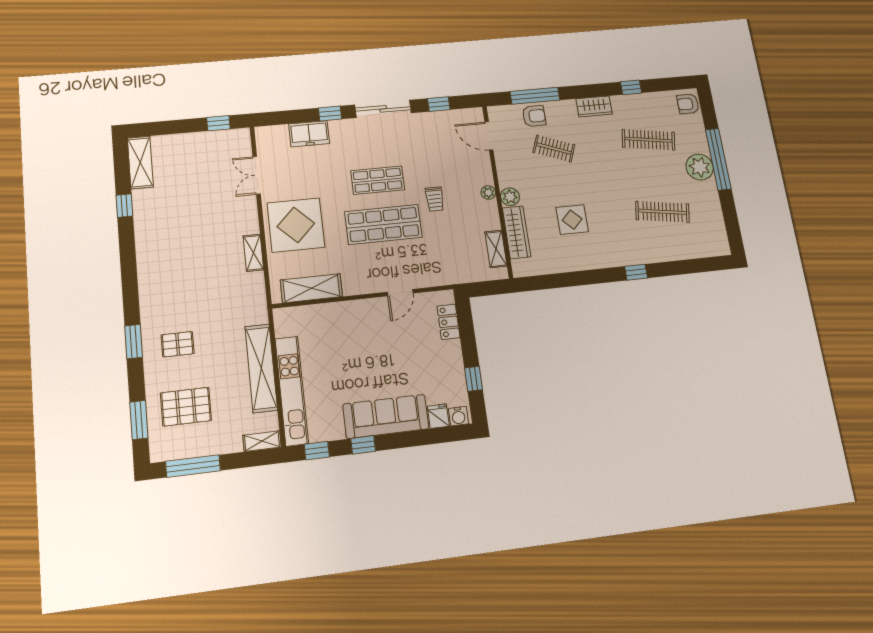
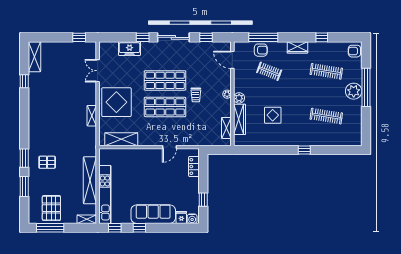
shop shelf: (378, 180) -> (165, 80), width x1.43, depth x1.36
pallet: (186, 407) -> (51, 208), moved, turned 90
window: (139, 420) -> (24, 186), moved

